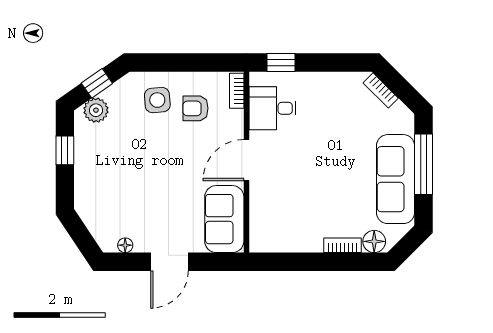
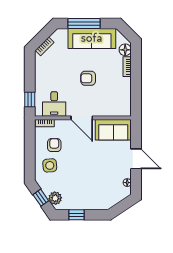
armchair: (196, 108) -> (54, 145), turned 180
armchair: (321, 172) -> (88, 78), added

